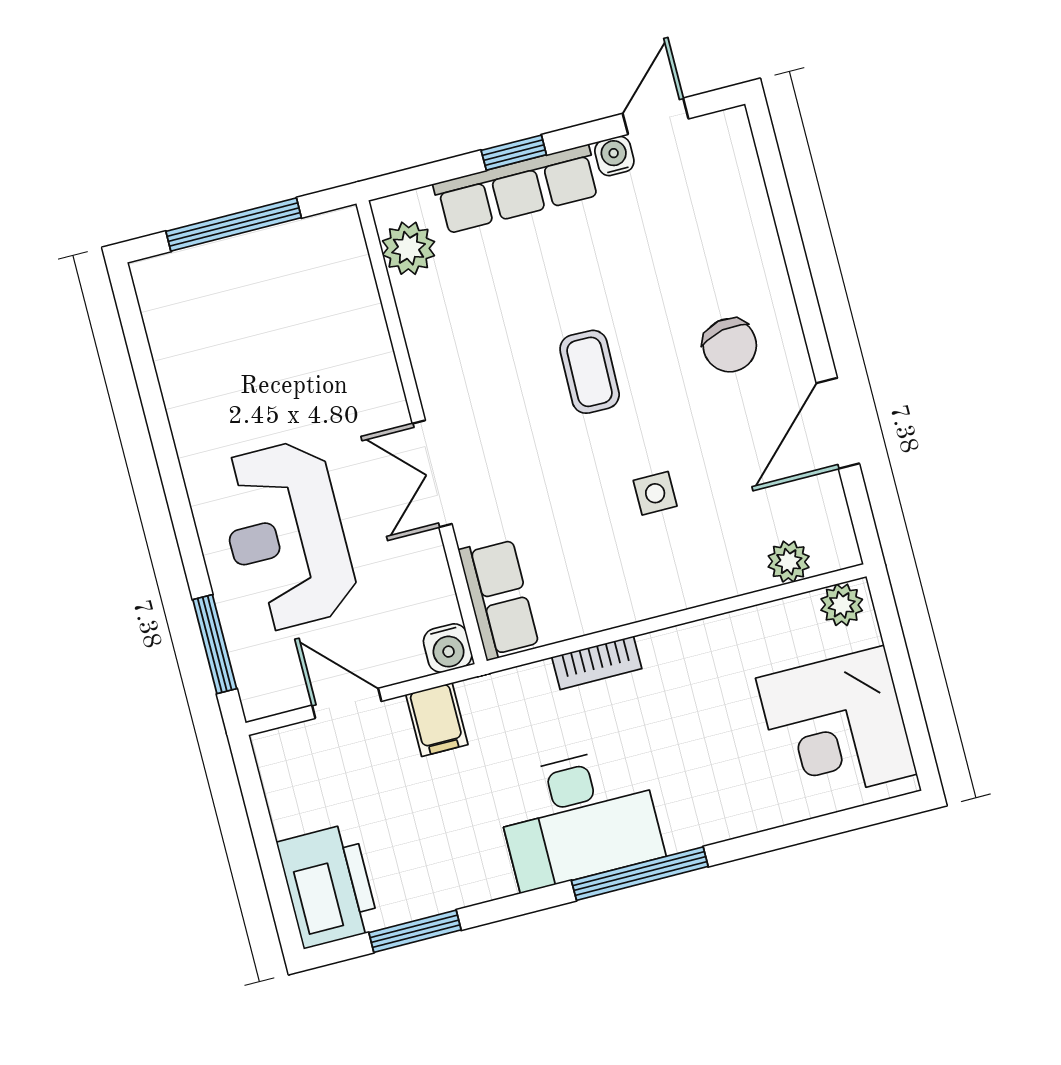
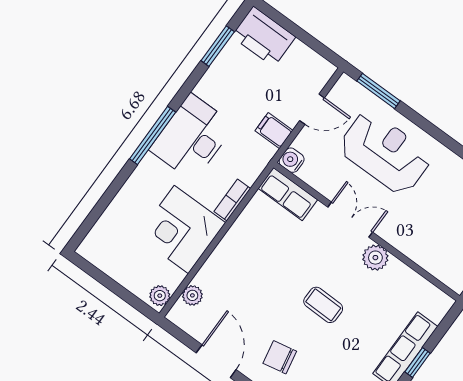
plant: (409, 248) -> (375, 258), moved
side table: (655, 493) -> (262, 280), removed
corner desk: (836, 726) -> (181, 230), moved, turned -90

